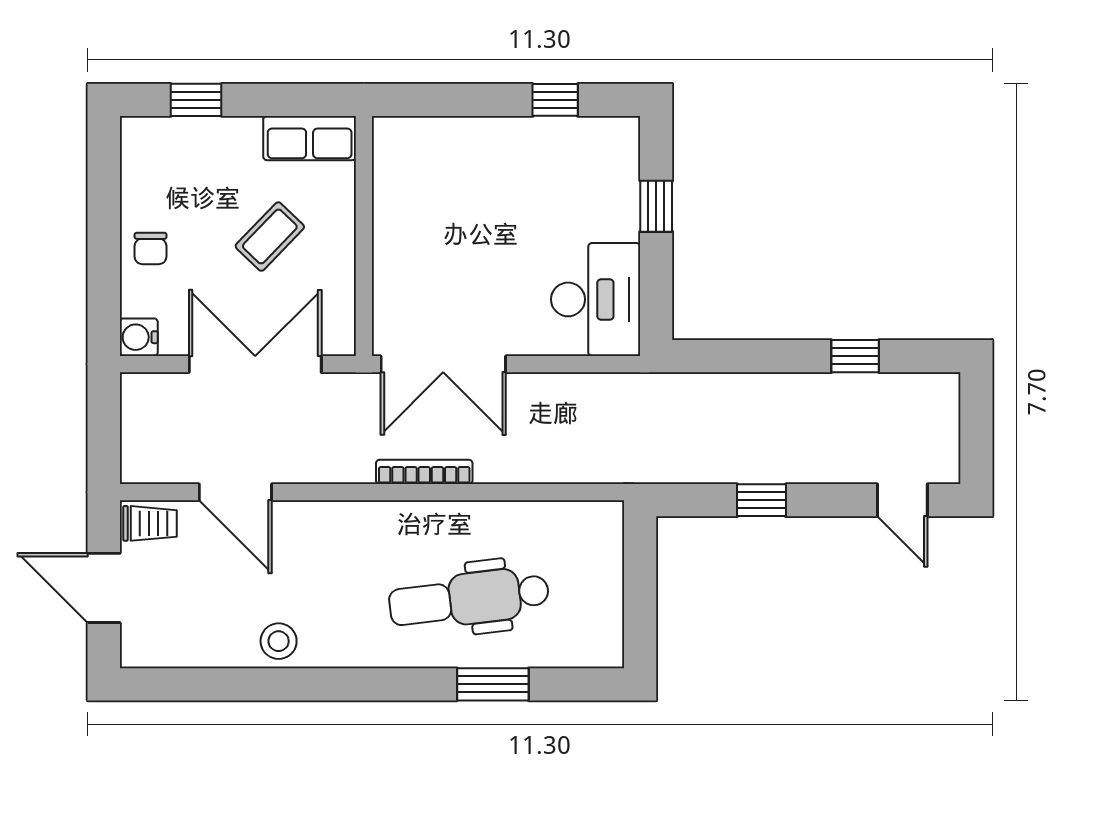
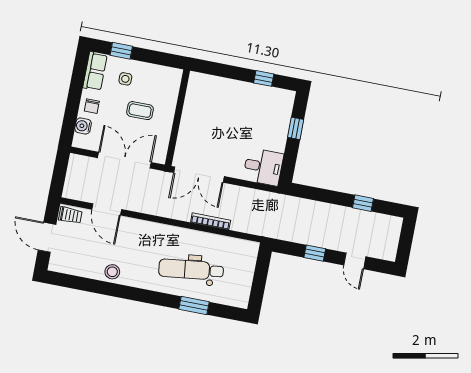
row of seats: (310, 138) -> (95, 71), moved, turned -90
side table: (219, 166) -> (125, 79), added
coffee table: (270, 237) -> (140, 111), turned 46
desk: (596, 299) -> (263, 167), width x0.73
water cooler: (139, 337) -> (83, 126), moved
bookcase: (424, 472) -> (211, 221), moved
door: (902, 500) -> (355, 261), moved

